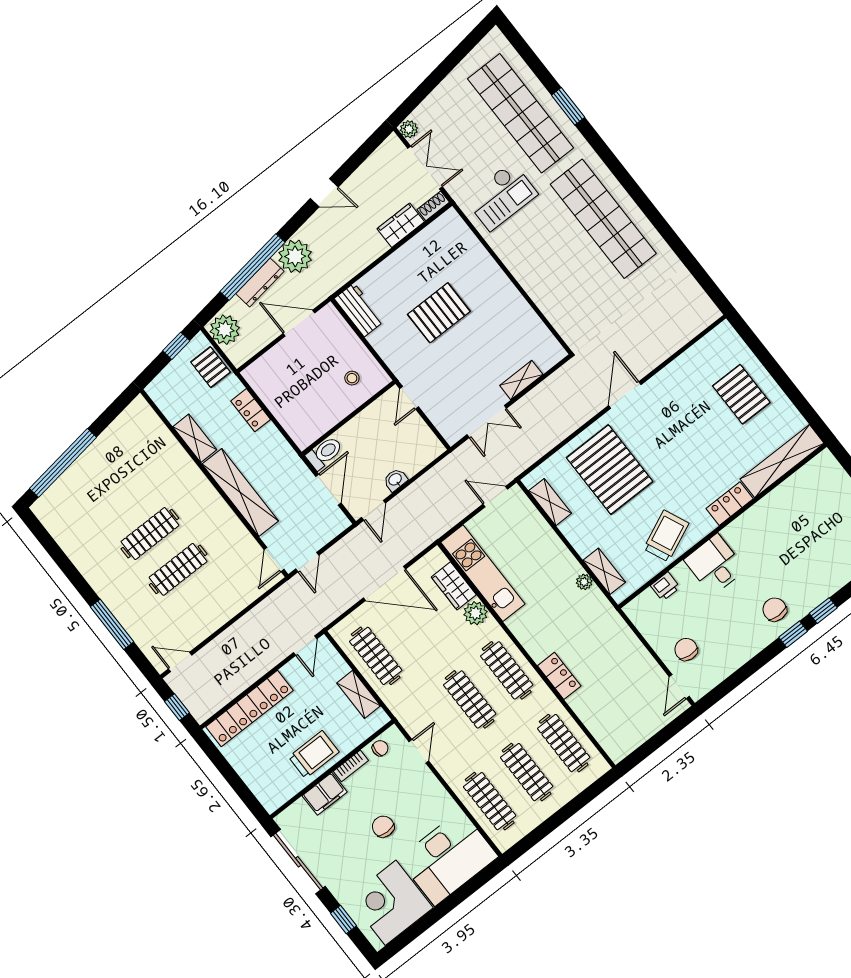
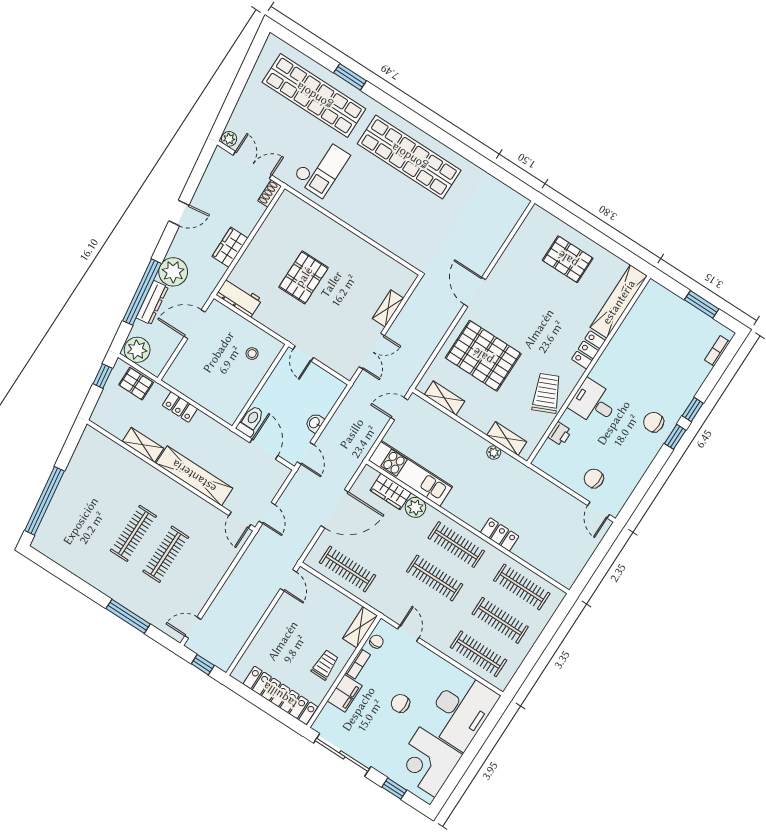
wardrobe: (401, 225) -> (230, 247), moved
shelving: (359, 694) -> (360, 627), moved, turned 90
locker: (249, 709) -> (280, 695), moved, turned -90
trolley: (314, 754) -> (325, 665), width x0.73, depth x0.72

